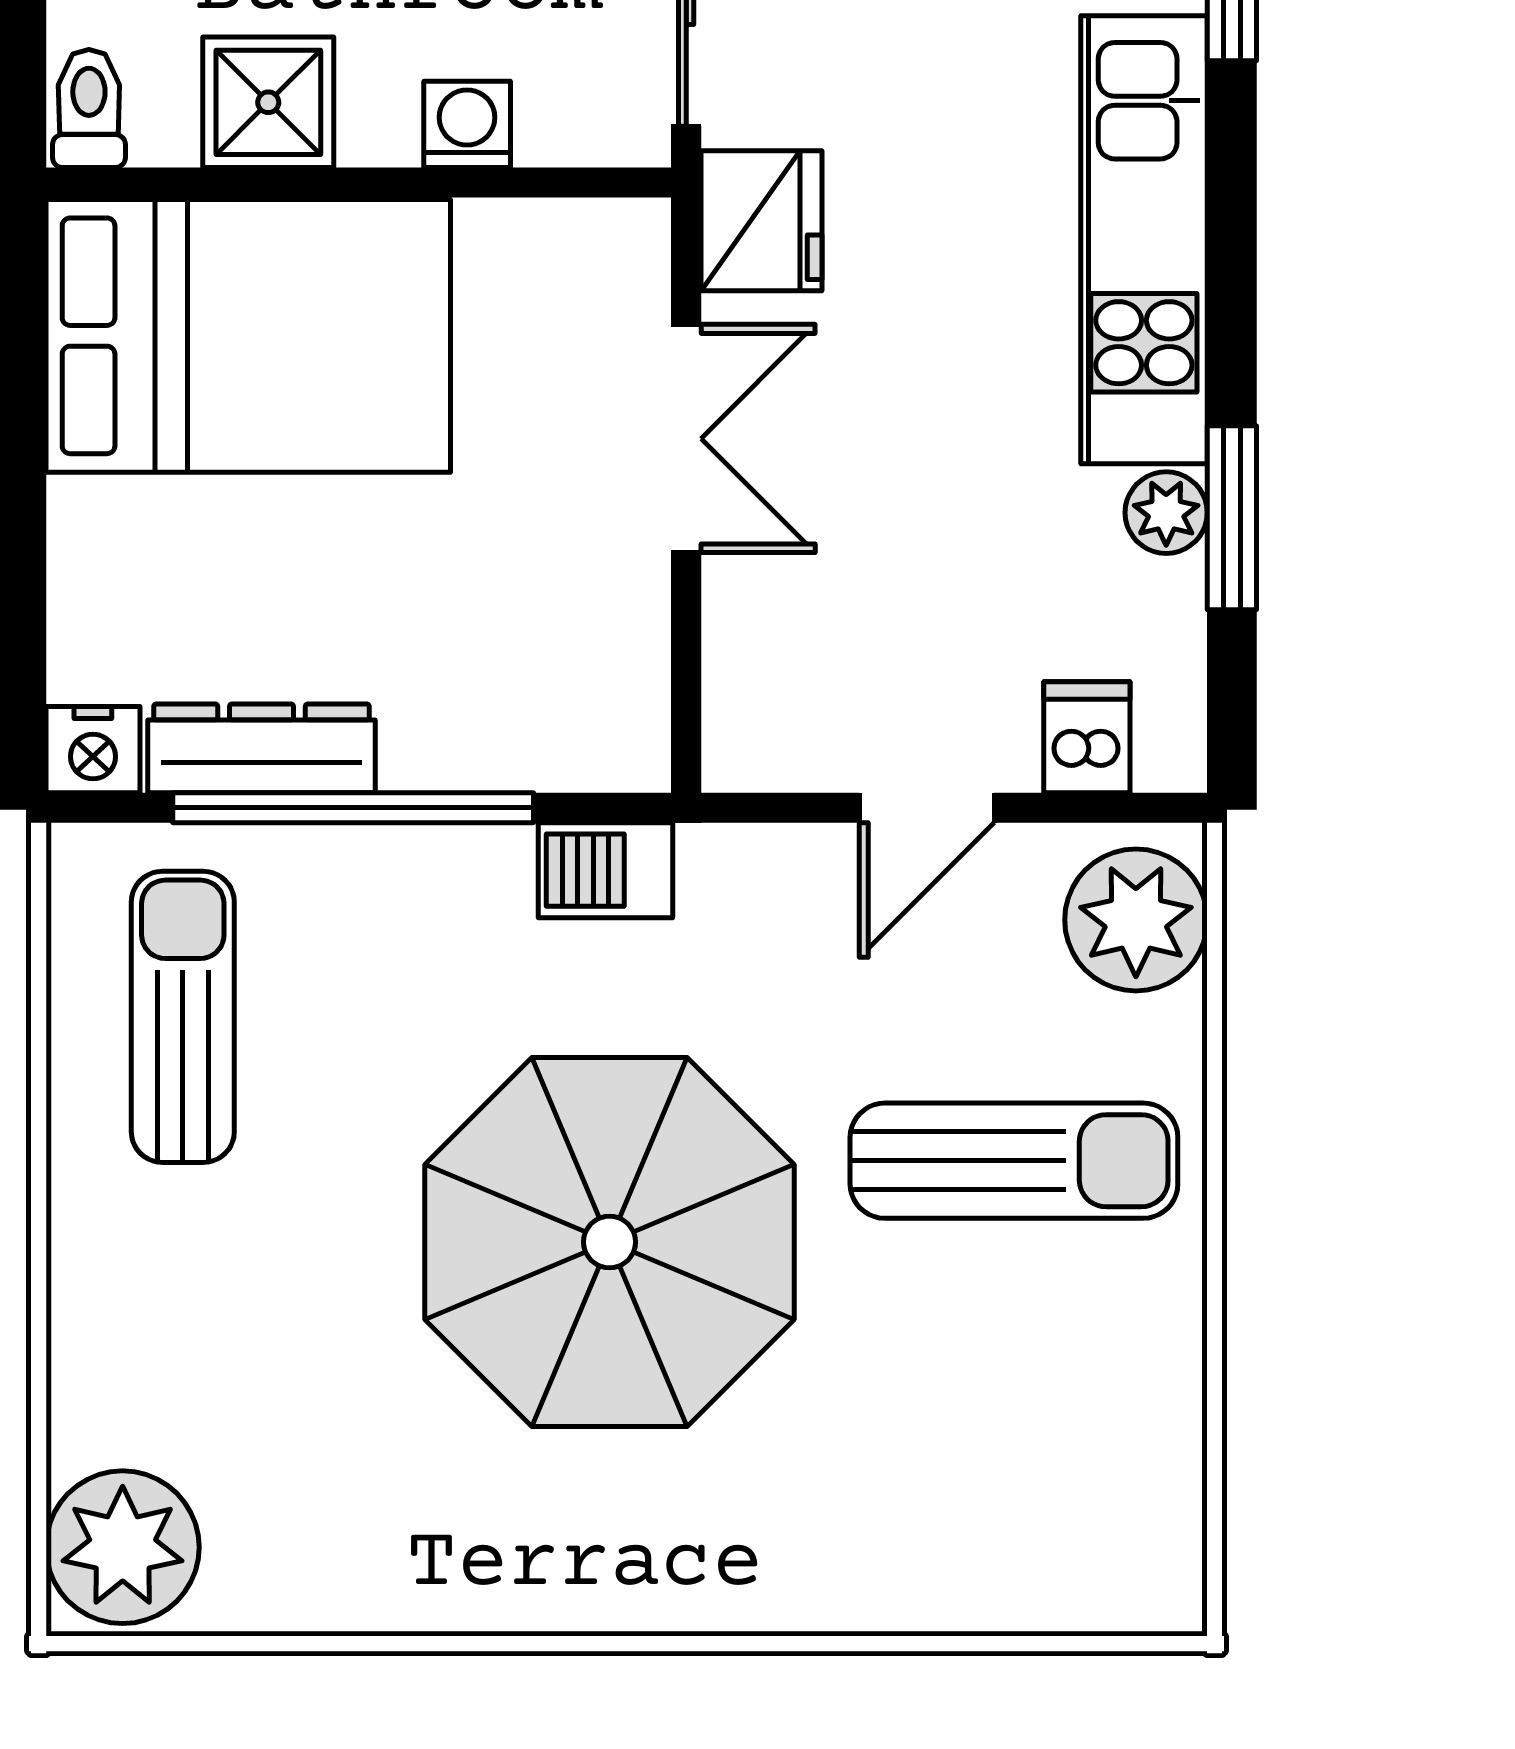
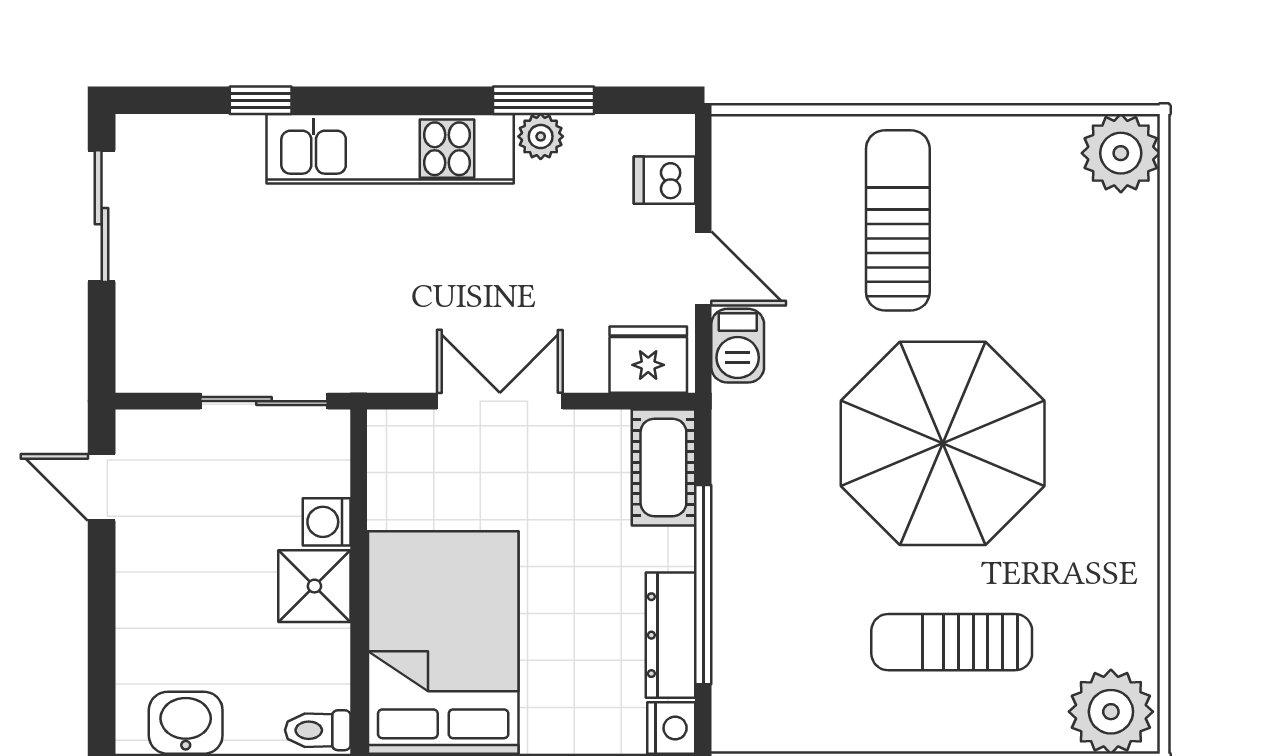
shower: (268, 102) -> (314, 586), moved
fridge: (761, 221) -> (648, 360), moved
cot: (566, 735) -> (663, 467), added
barbecue: (605, 870) -> (738, 346), moved
plant: (1136, 920) -> (1121, 153), moved
sun lounger: (183, 1017) -> (952, 642), moved

